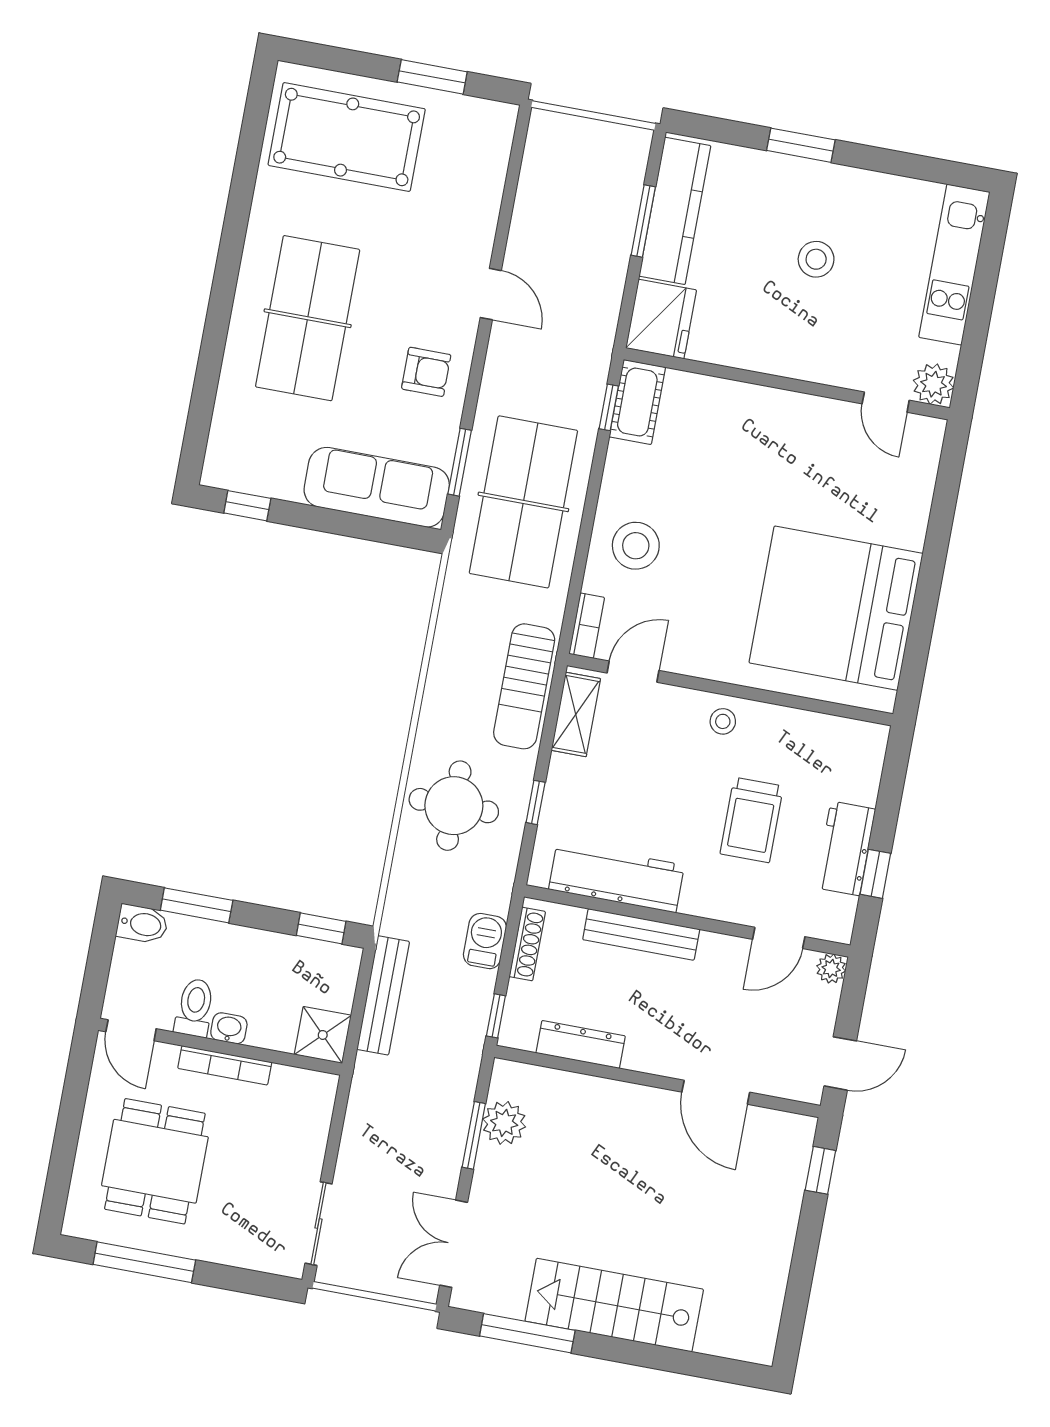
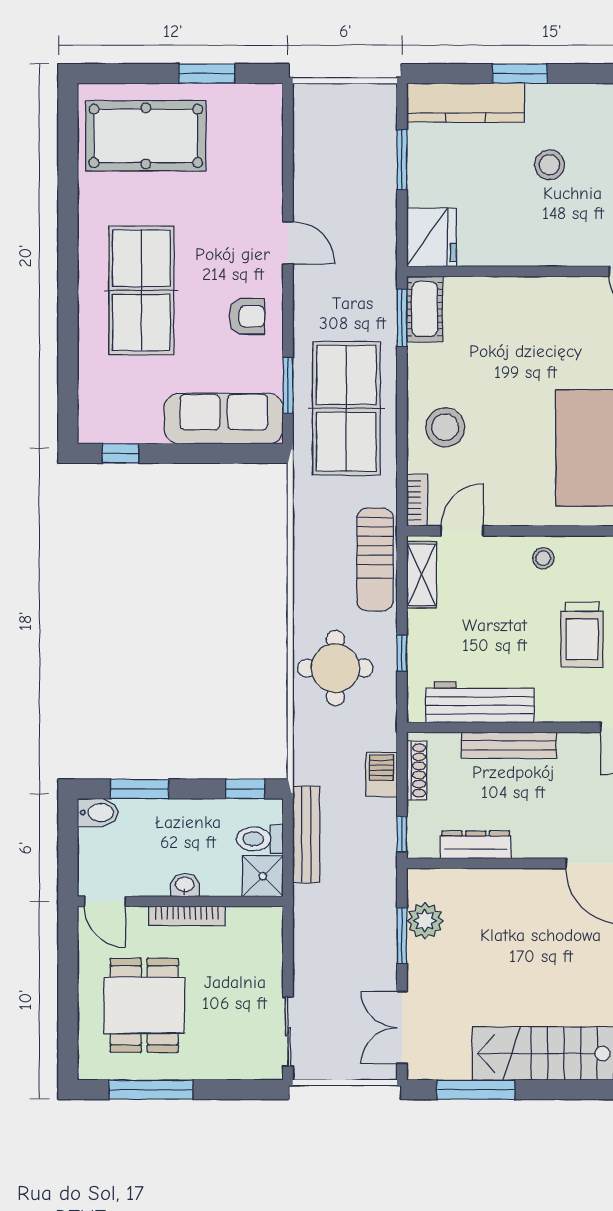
kitchen counter: (675, 211) -> (466, 103), moved, turned 90
window: (609, 407) -> (402, 318), width x1.50
toilet: (195, 1008) -> (260, 839), moved, turned -90

